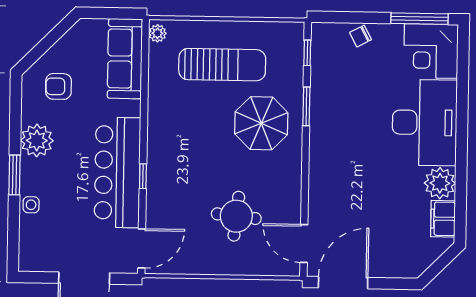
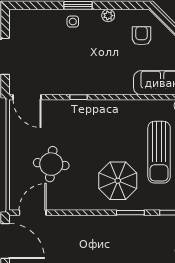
plant: (37, 140) -> (108, 16), width x0.53, depth x0.53
bar counter: (117, 172) -> (81, 79), removed
side table: (31, 205) -> (73, 22), moved

